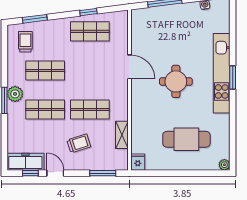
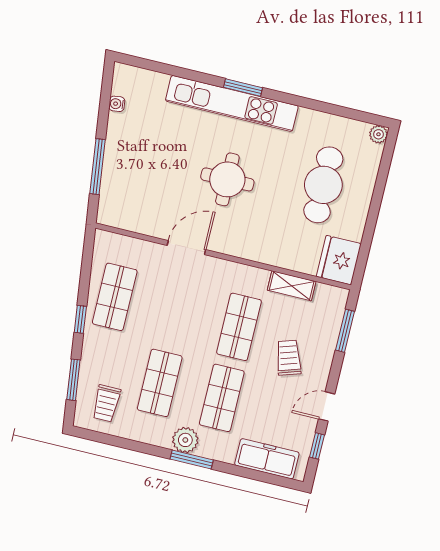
window: (88, 12) -> (80, 319), moved
trolley: (25, 42) -> (106, 403), turned -90
freezer: (25, 162) -> (267, 459), moved, turned 90
fridge: (138, 162) -> (339, 260), width x1.88, depth x1.34

